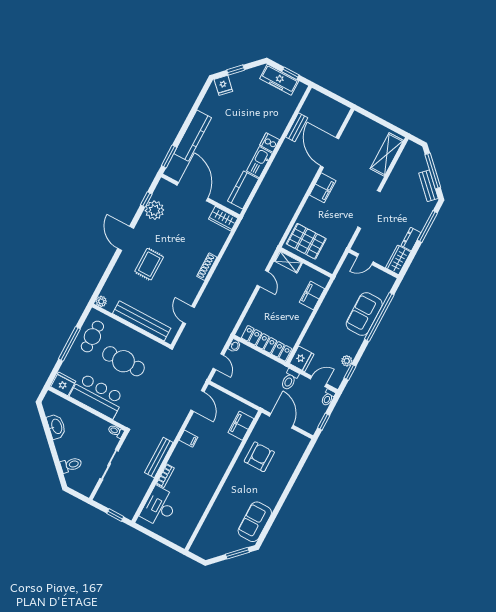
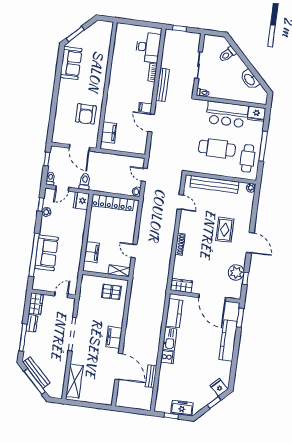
freezer: (279, 80) -> (182, 408), width x0.71
bench: (428, 186) -> (36, 373), width x1.36
pallet: (306, 241) -> (111, 292), width x0.67, depth x0.71
door: (197, 401) -> (151, 123), moved

